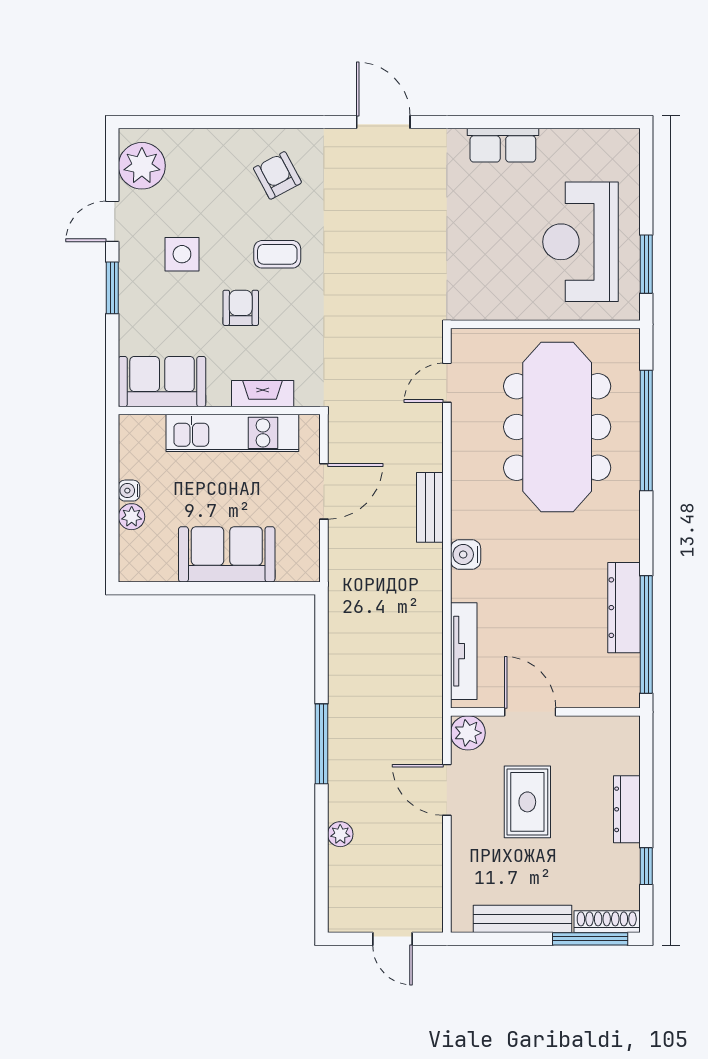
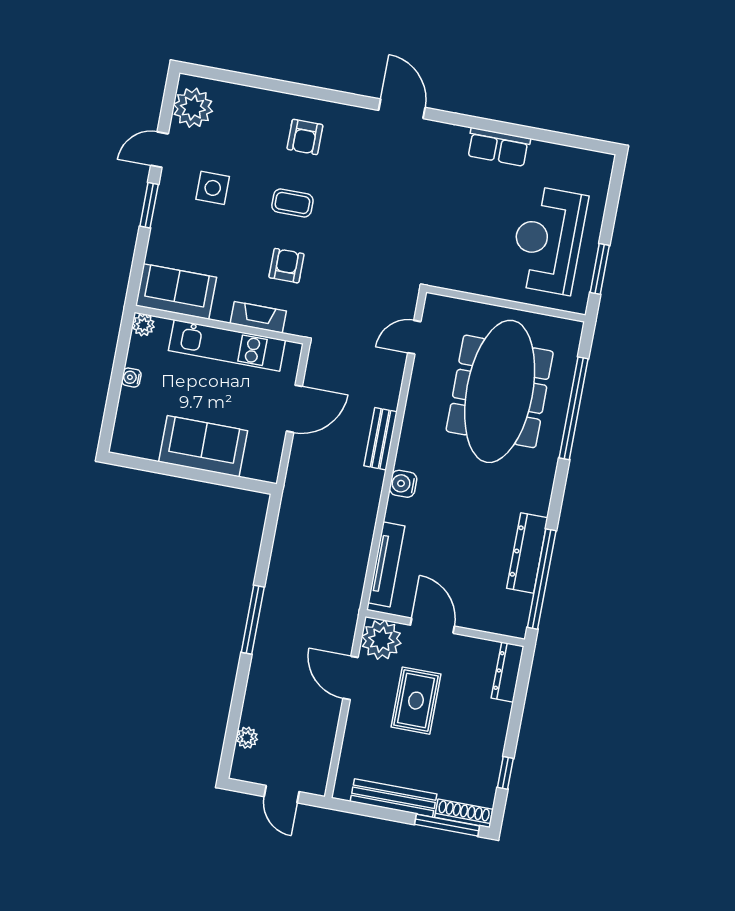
armchair: (277, 175) -> (305, 137), turned -152
armchair: (241, 308) -> (286, 266), moved
plant: (132, 517) -> (143, 325), moved
plant: (468, 733) -> (381, 640), width x1.36, depth x1.36
dresser: (627, 809) -> (508, 672), moved
plant: (340, 834) -> (247, 738), moved

